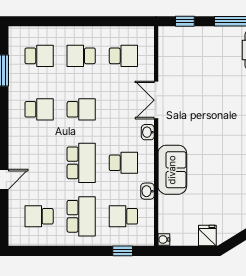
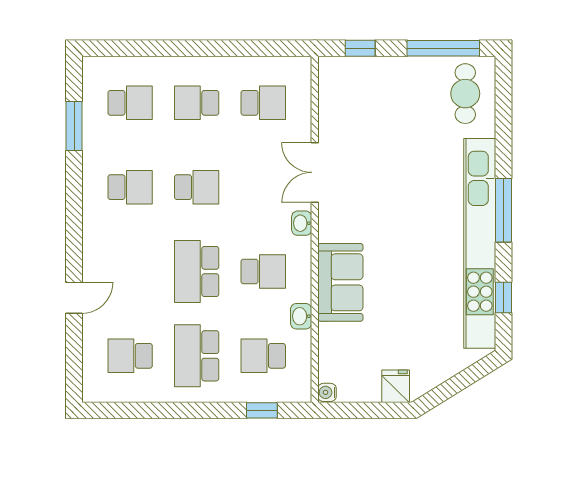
school desk: (81, 163) -> (197, 271), turned 180
school desk: (81, 216) -> (197, 356), turned 180

